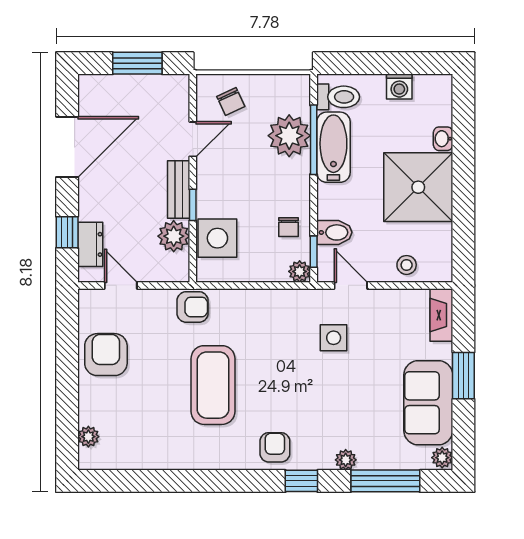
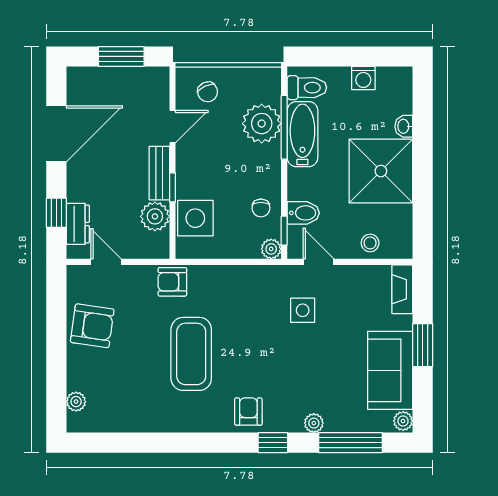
armchair: (193, 307) -> (172, 282), turned 180
armchair: (106, 355) -> (92, 326), turned 98

